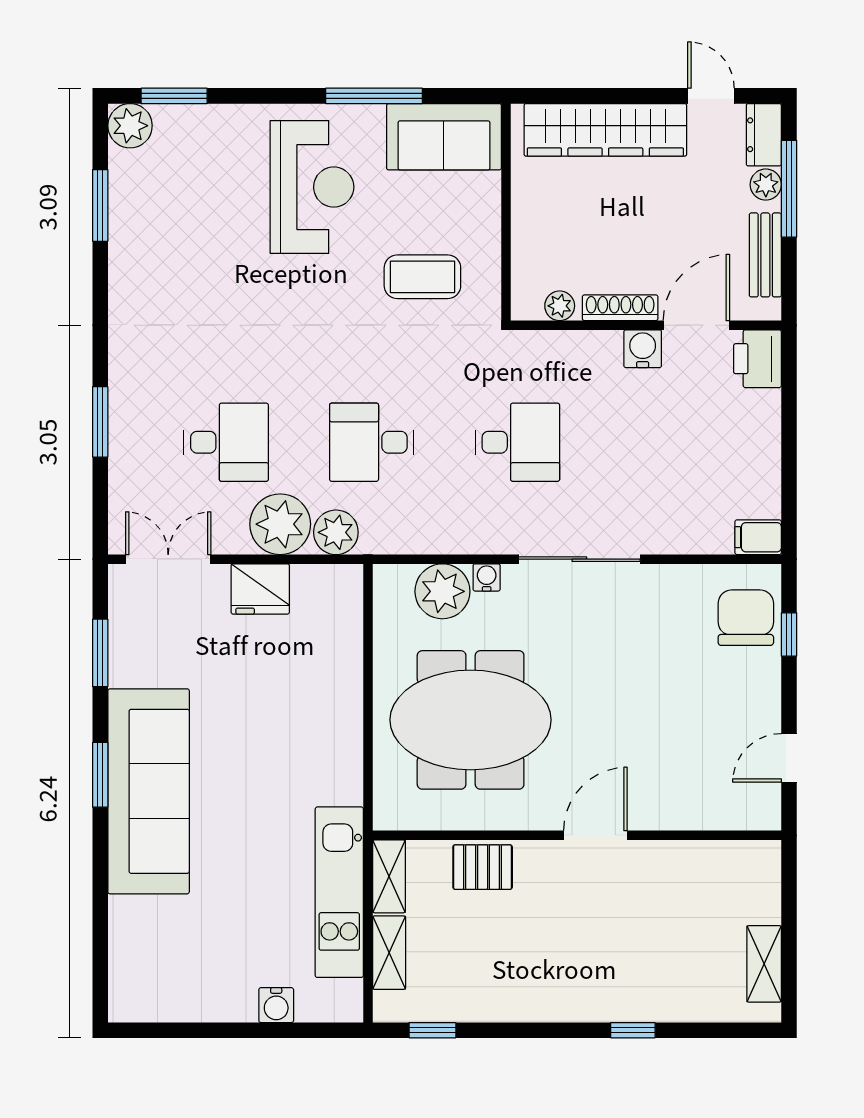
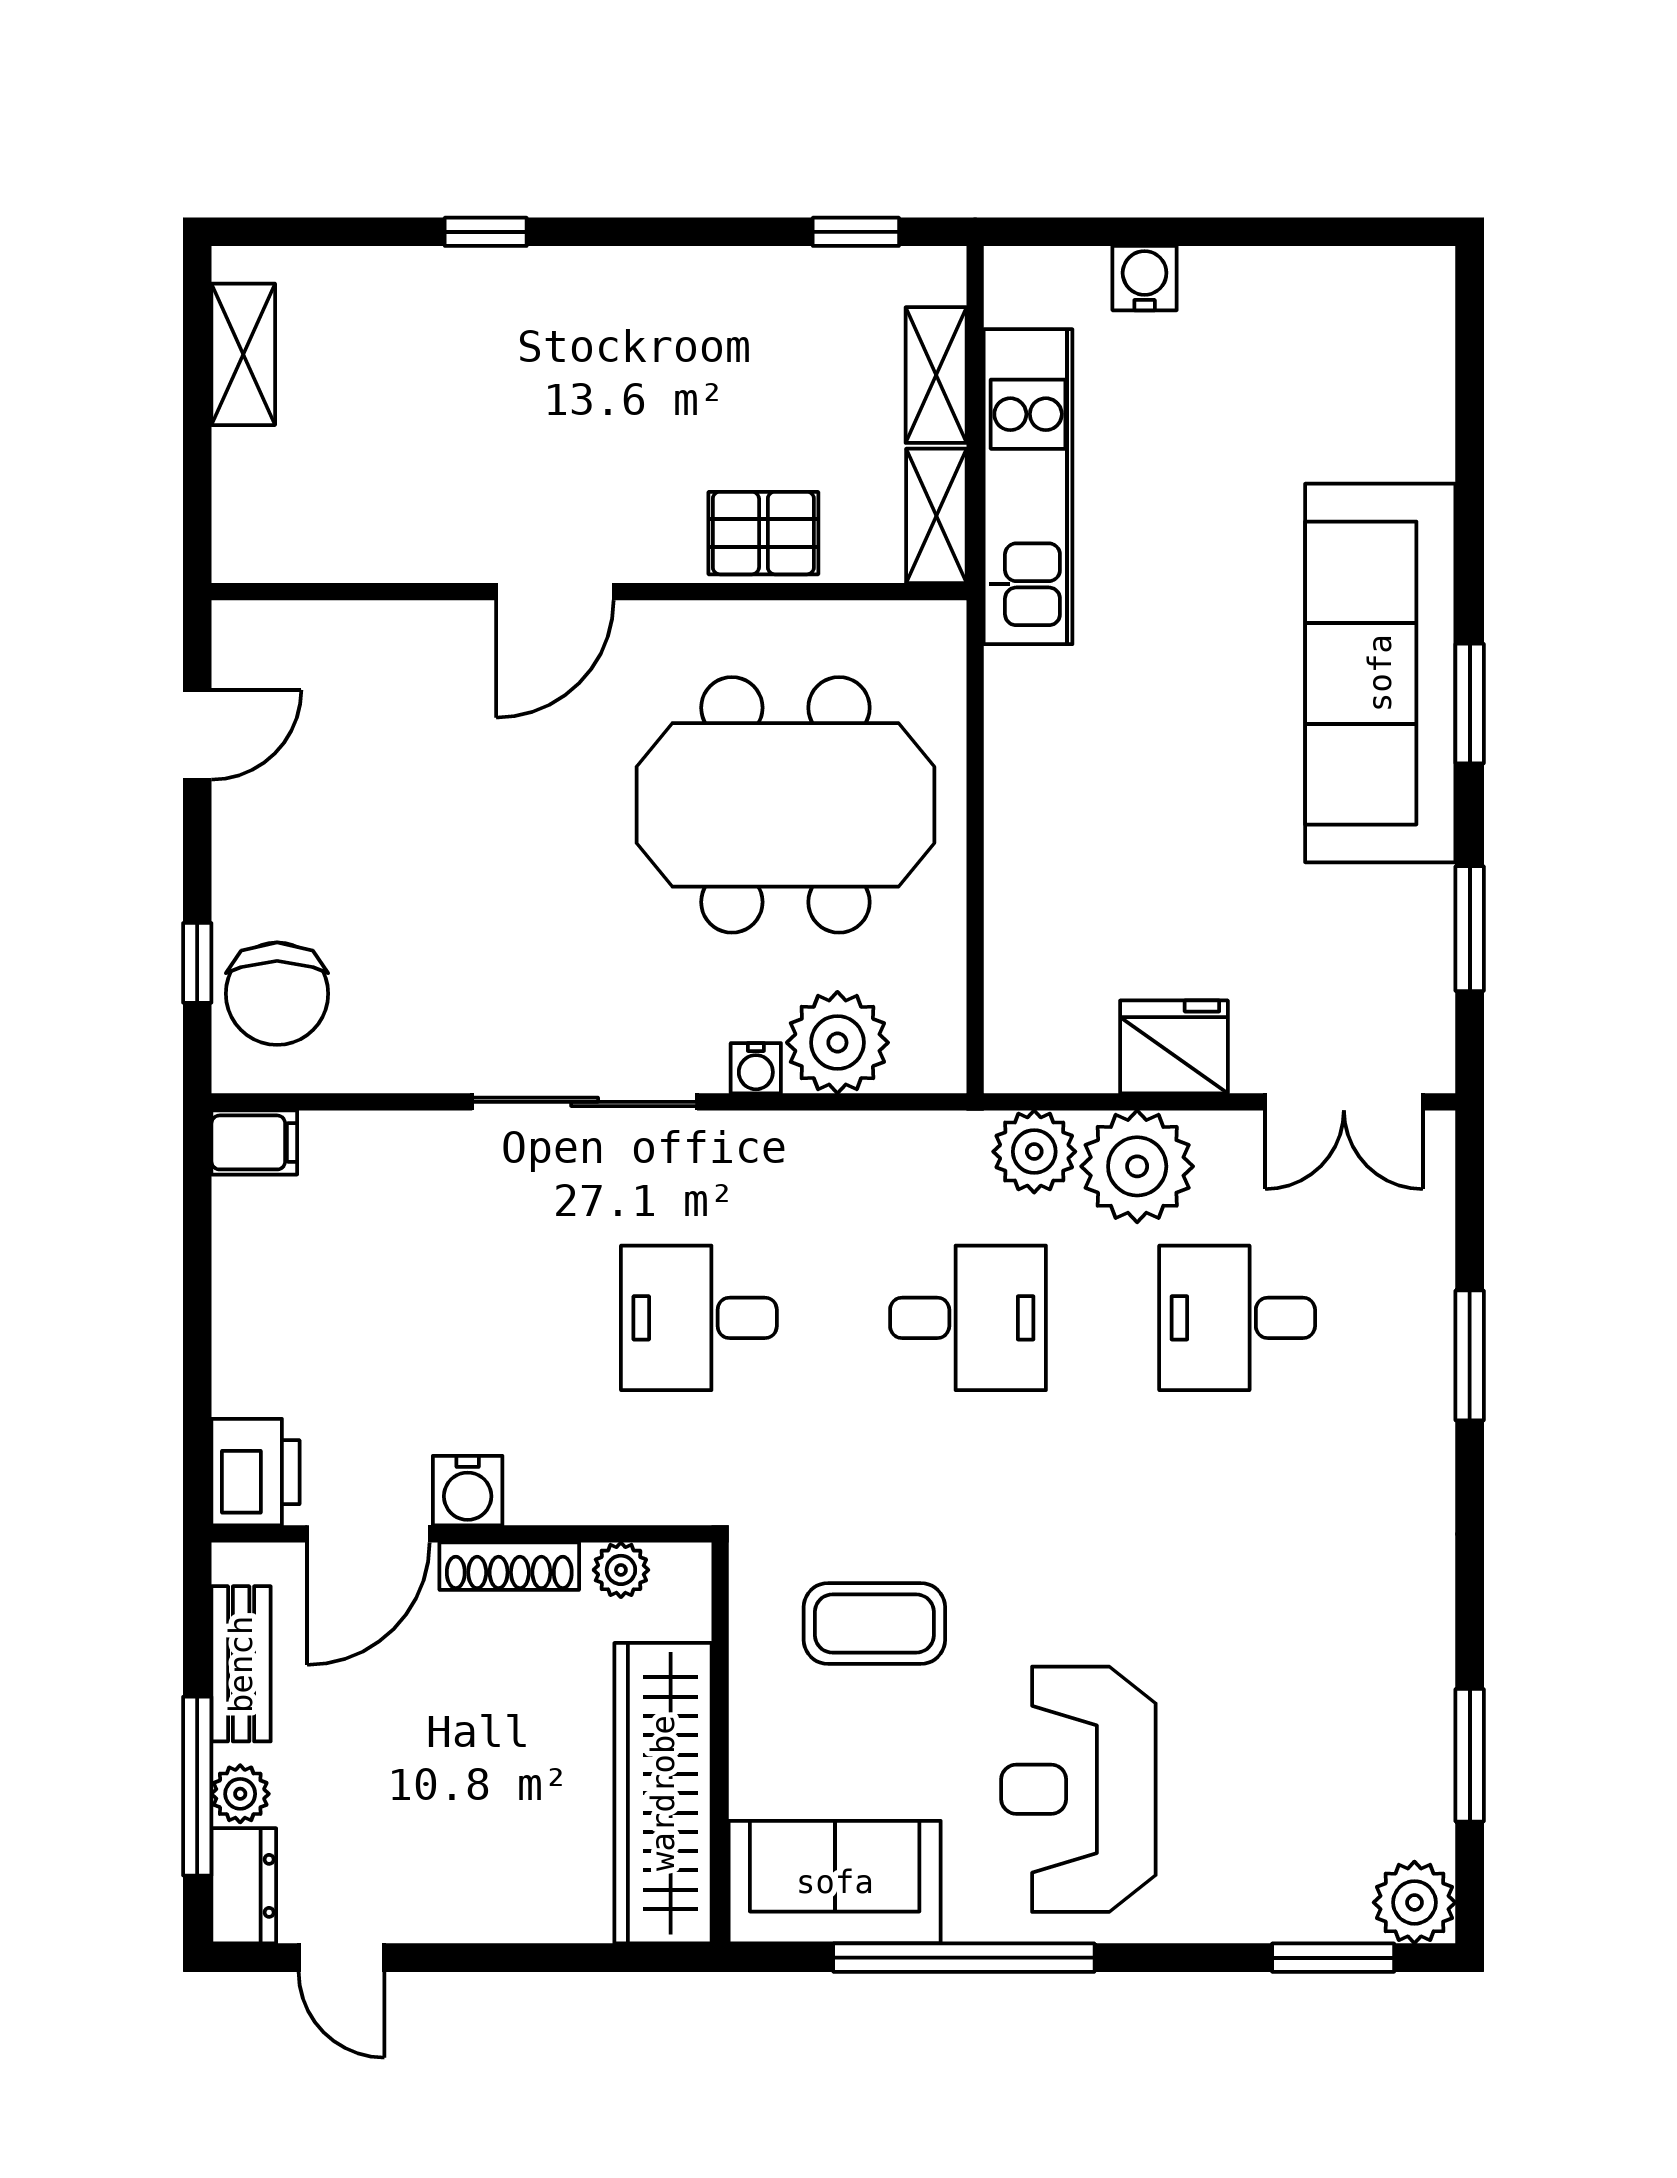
window: (374, 96) -> (964, 1958), width x1.46
wardrobe: (605, 130) -> (663, 1793), moved, turned -90

